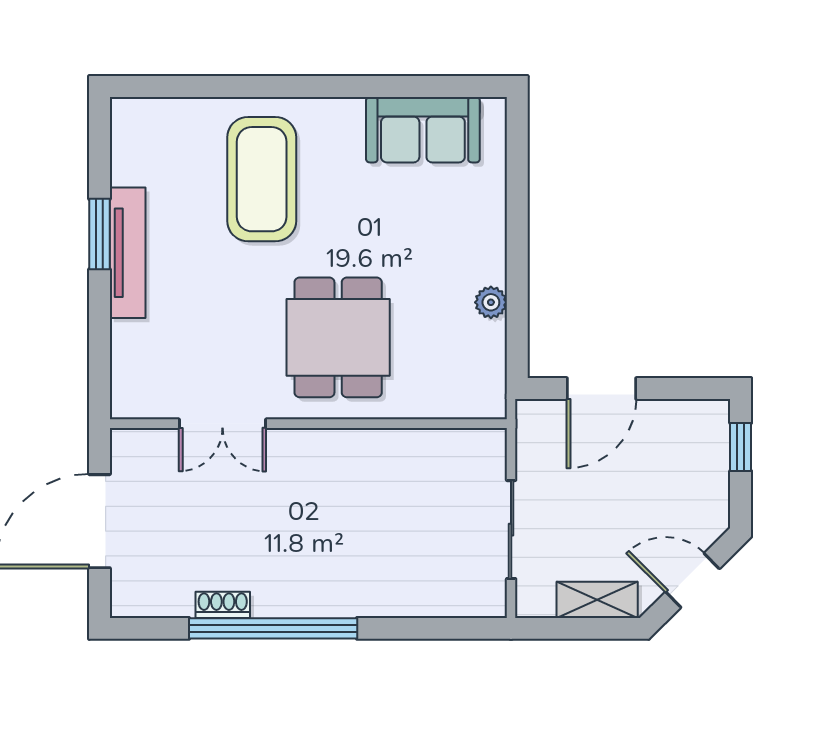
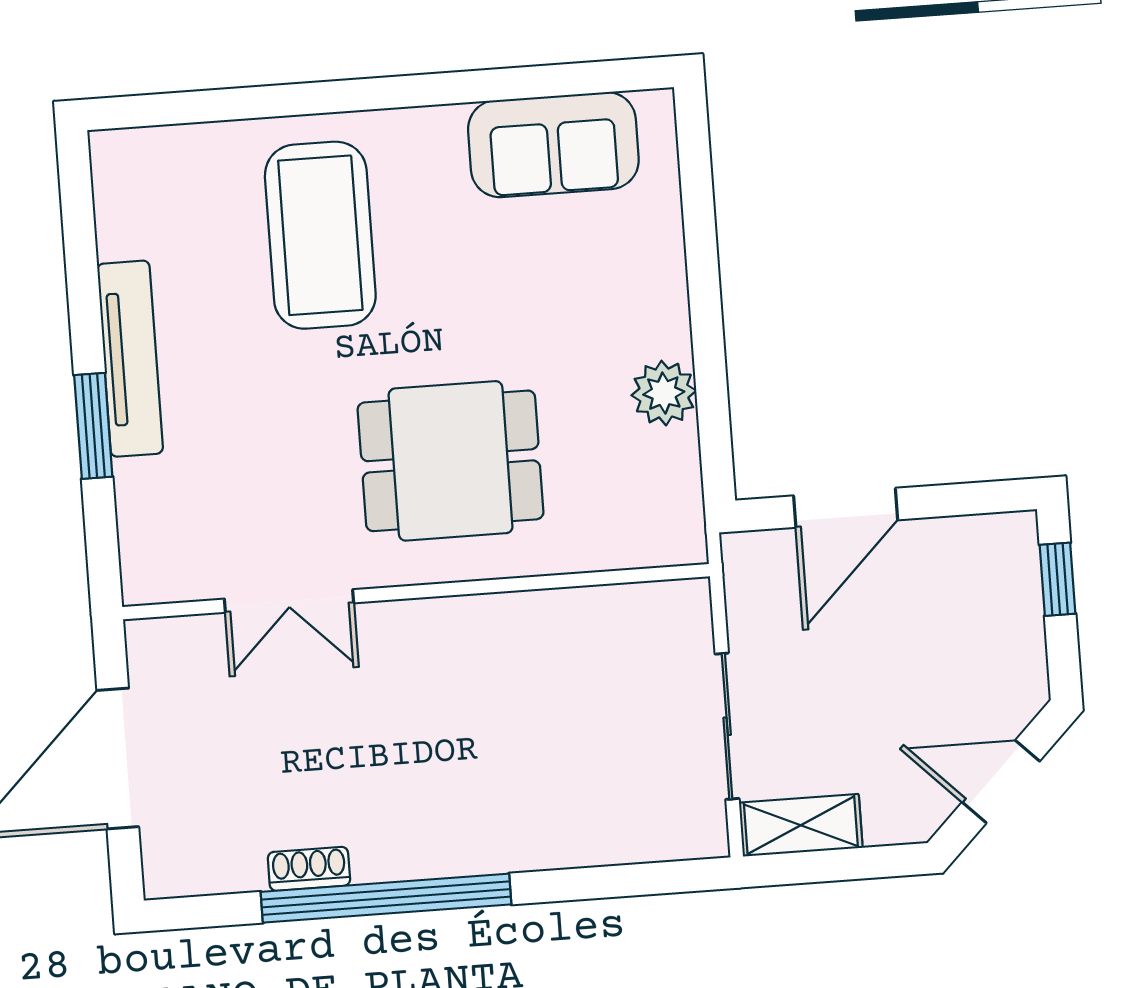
window: (100, 234) -> (93, 426), moved
plant: (491, 302) -> (664, 393), width x1.38, depth x1.38
dining table: (338, 337) -> (451, 461), turned 90
shelving: (597, 600) -> (801, 825), moved

